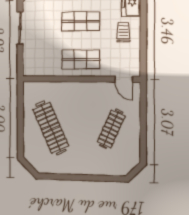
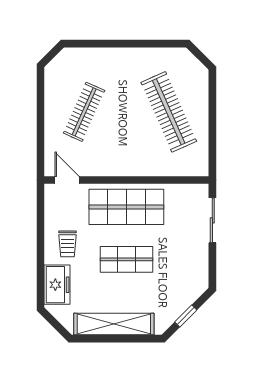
sliding door: (20, 28) -> (212, 220), moved
shop shelf: (81, 59) -> (126, 207), width x1.43, depth x1.36

